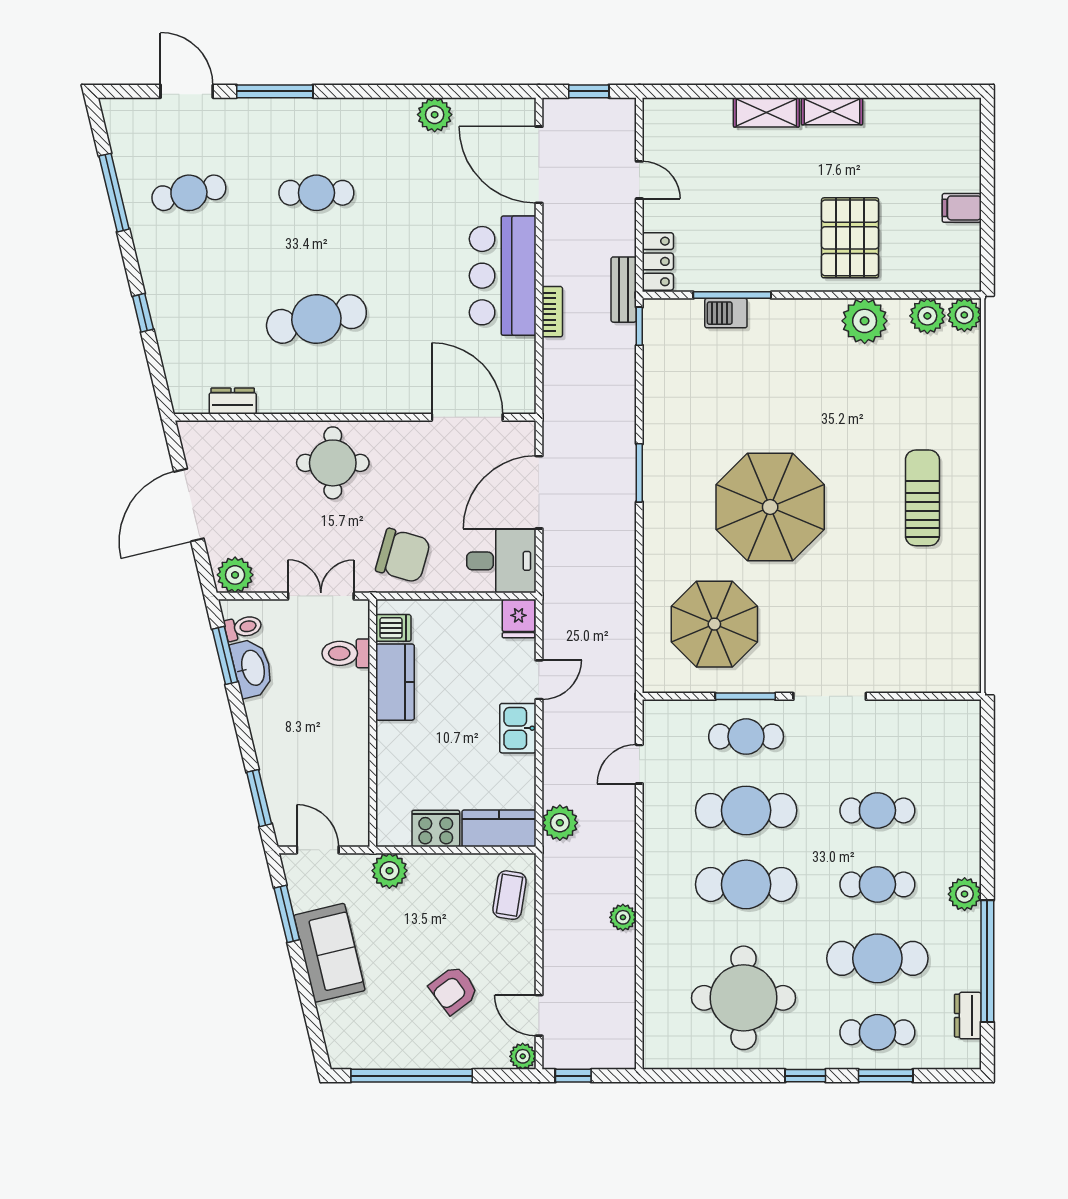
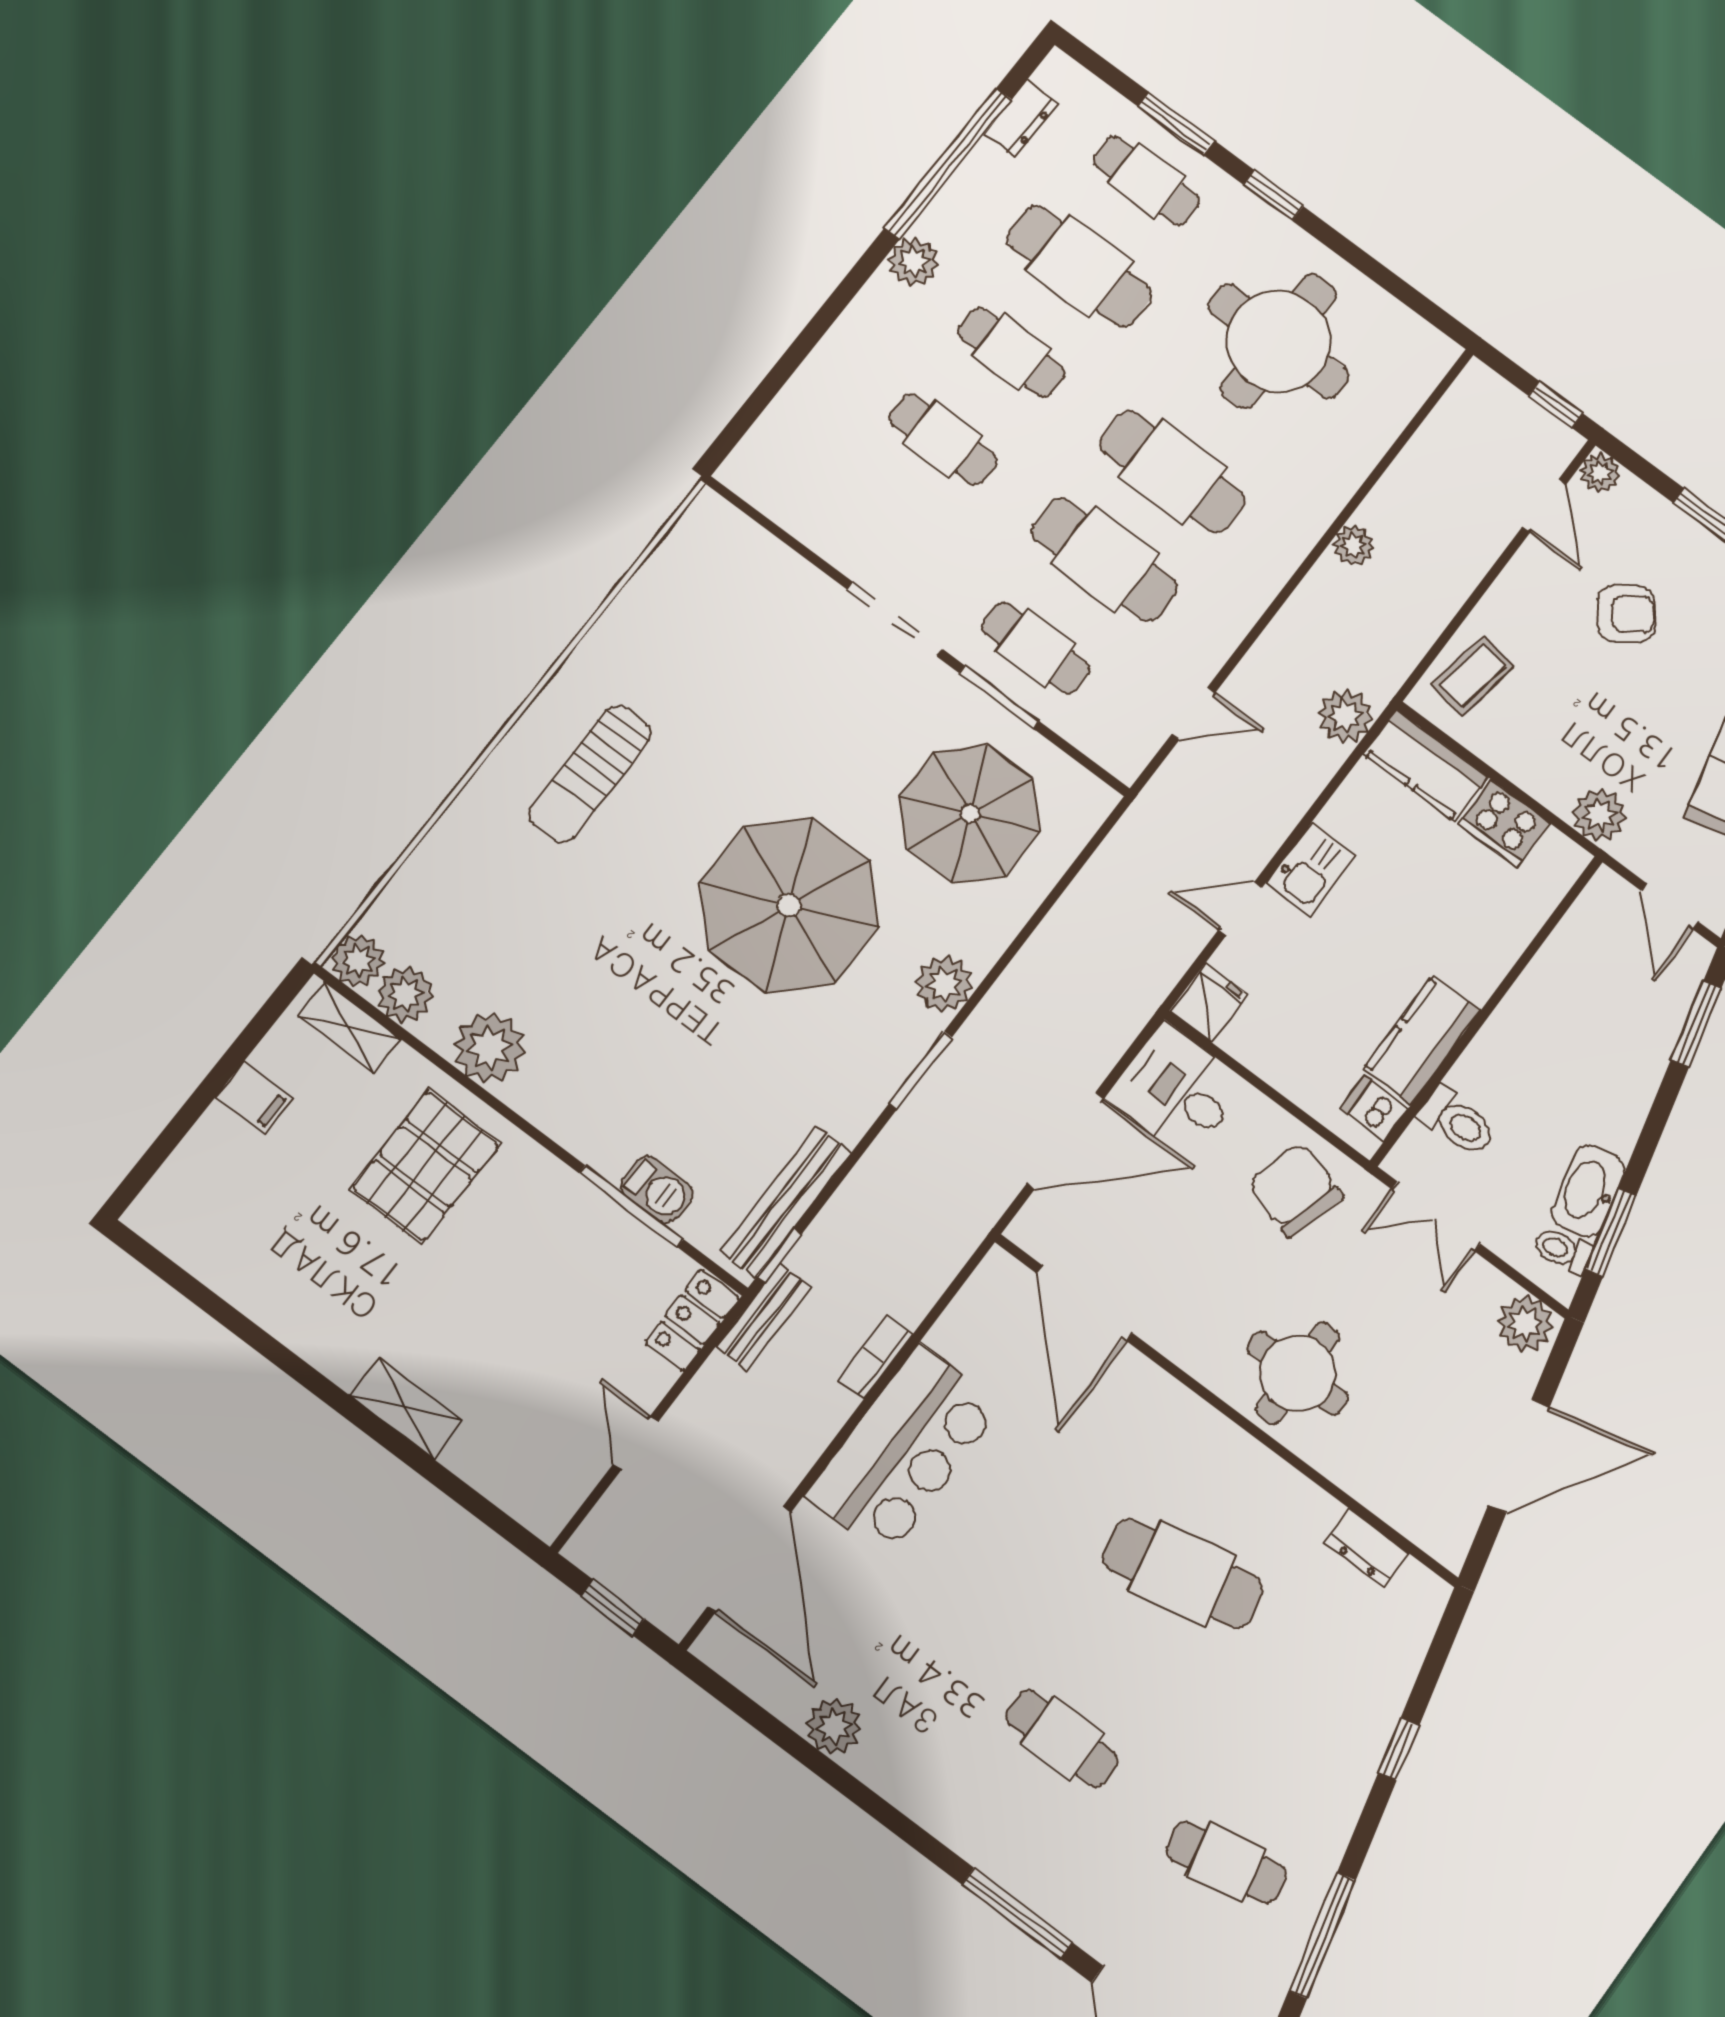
shelving: (832, 111) -> (349, 1027), moved
bench: (656, 356) -> (786, 1202), added
plant: (661, 526) -> (944, 984), added

